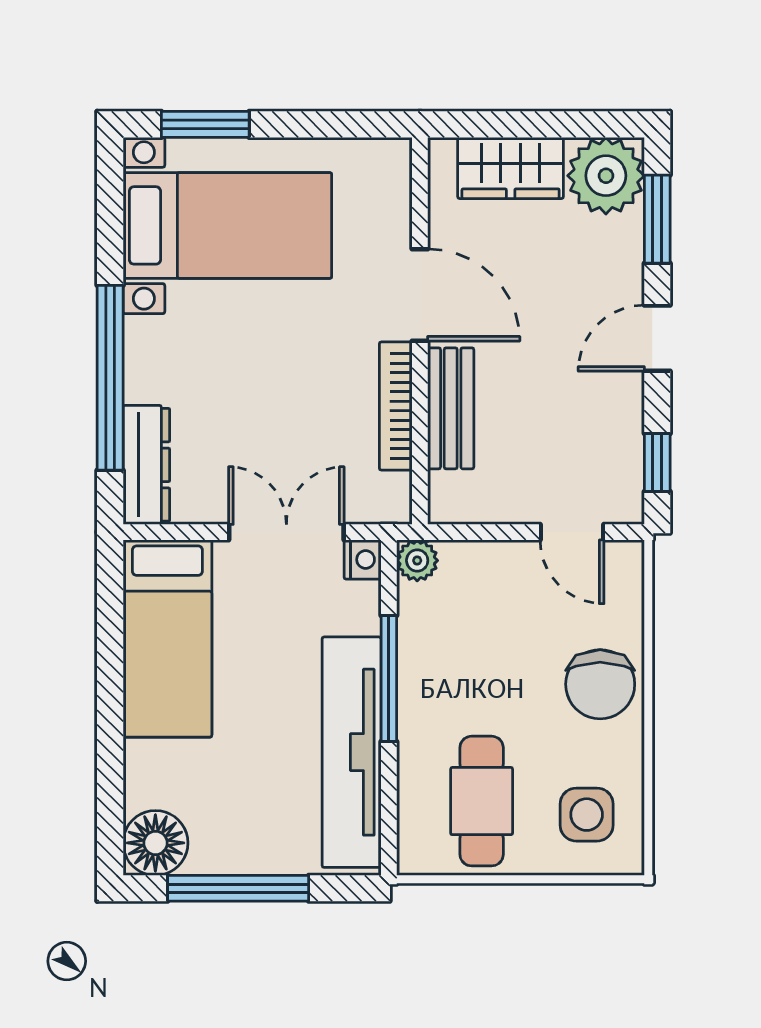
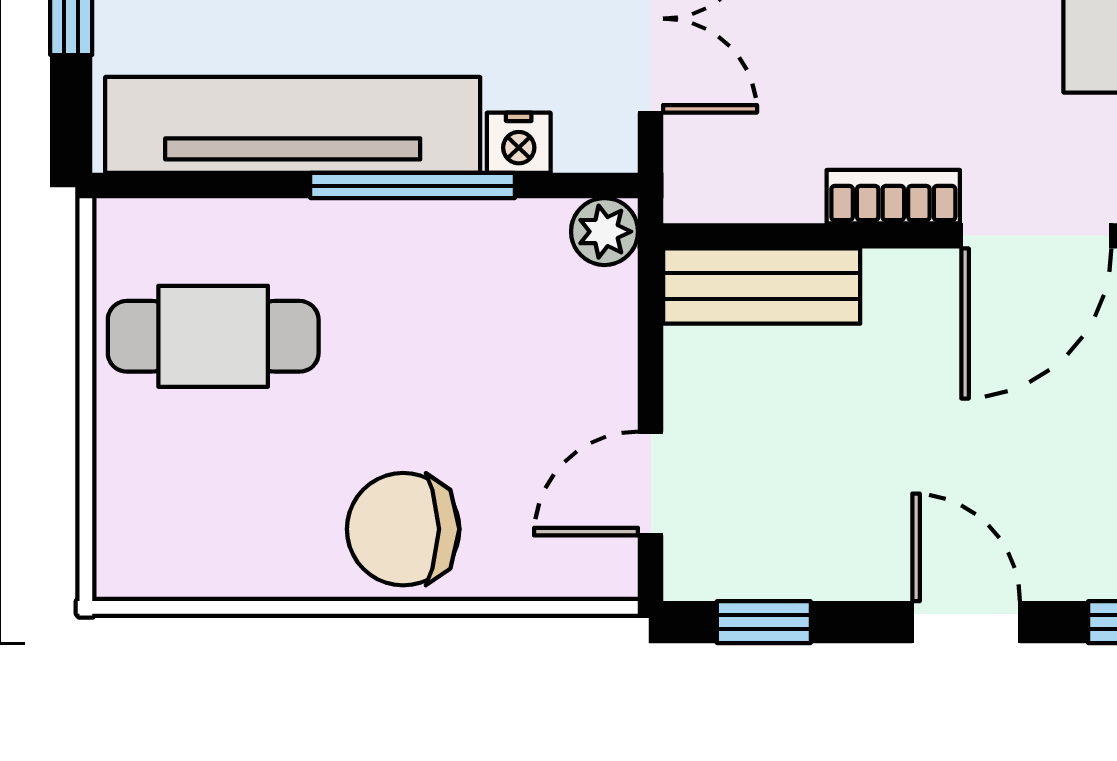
bookcase: (396, 406) -> (893, 197), width x0.64
bench: (451, 408) -> (762, 286), moved
nightstand: (363, 560) -> (519, 143), moved
side table: (587, 815) -> (191, 507), removed

